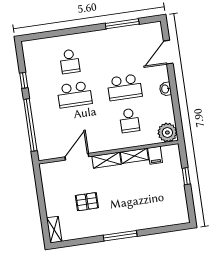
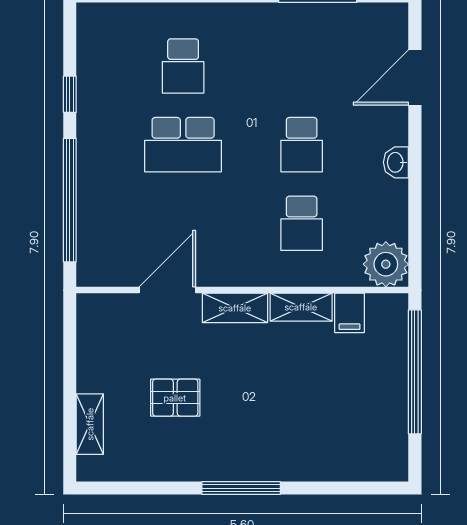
school desk: (125, 87) -> (302, 145), width x0.54
window: (186, 176) -> (415, 372), width x3.17
shelving: (54, 230) -> (90, 424), moved

